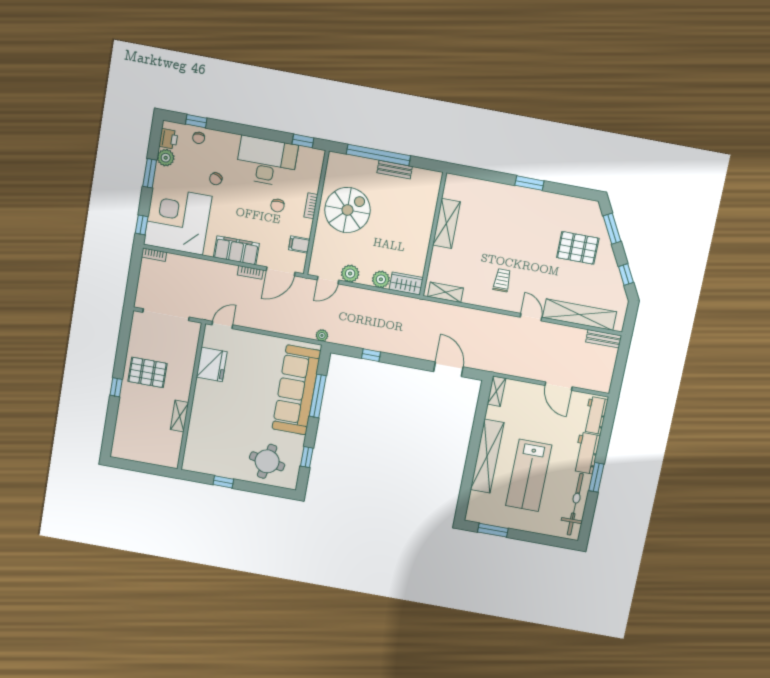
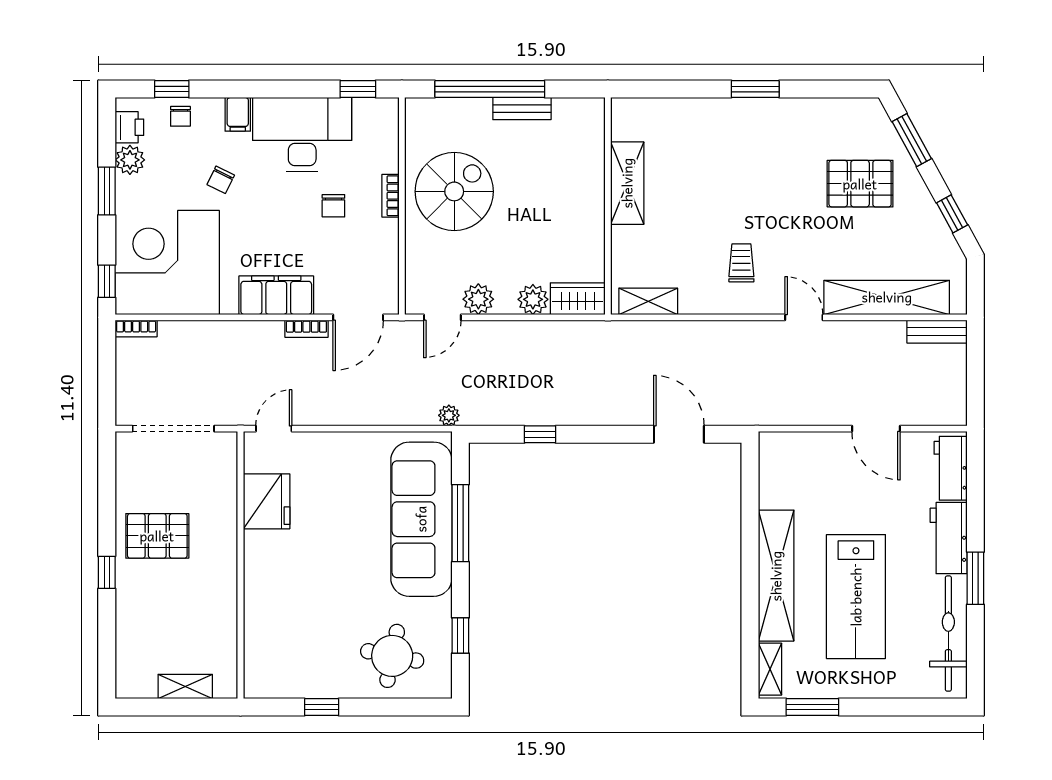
filing cabinet: (299, 244) -> (238, 114), moved, turned -90
shelving: (496, 391) -> (770, 669), moved
shelving: (180, 416) -> (185, 687), moved, turned 90

